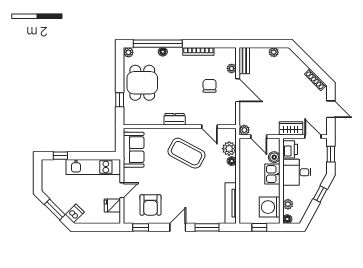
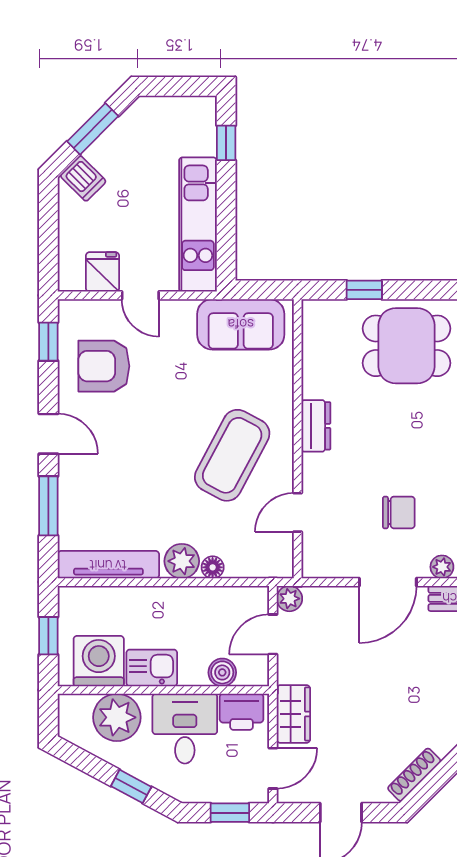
plant: (229, 149) -> (182, 561), moved
kitchen sink: (272, 174) -> (152, 668), moved
plant: (288, 204) -> (117, 717), width x1.87, depth x1.87
floor lamp: (287, 219) -> (69, 705), removed

